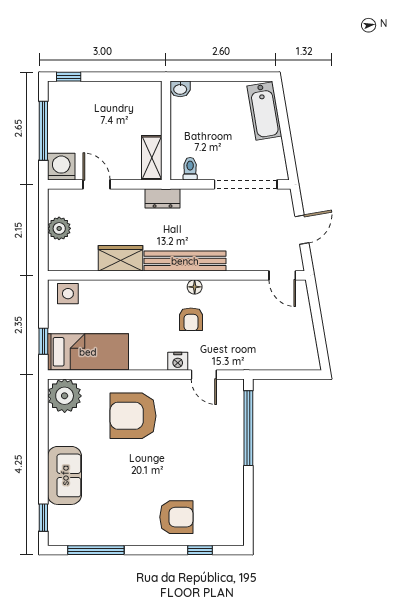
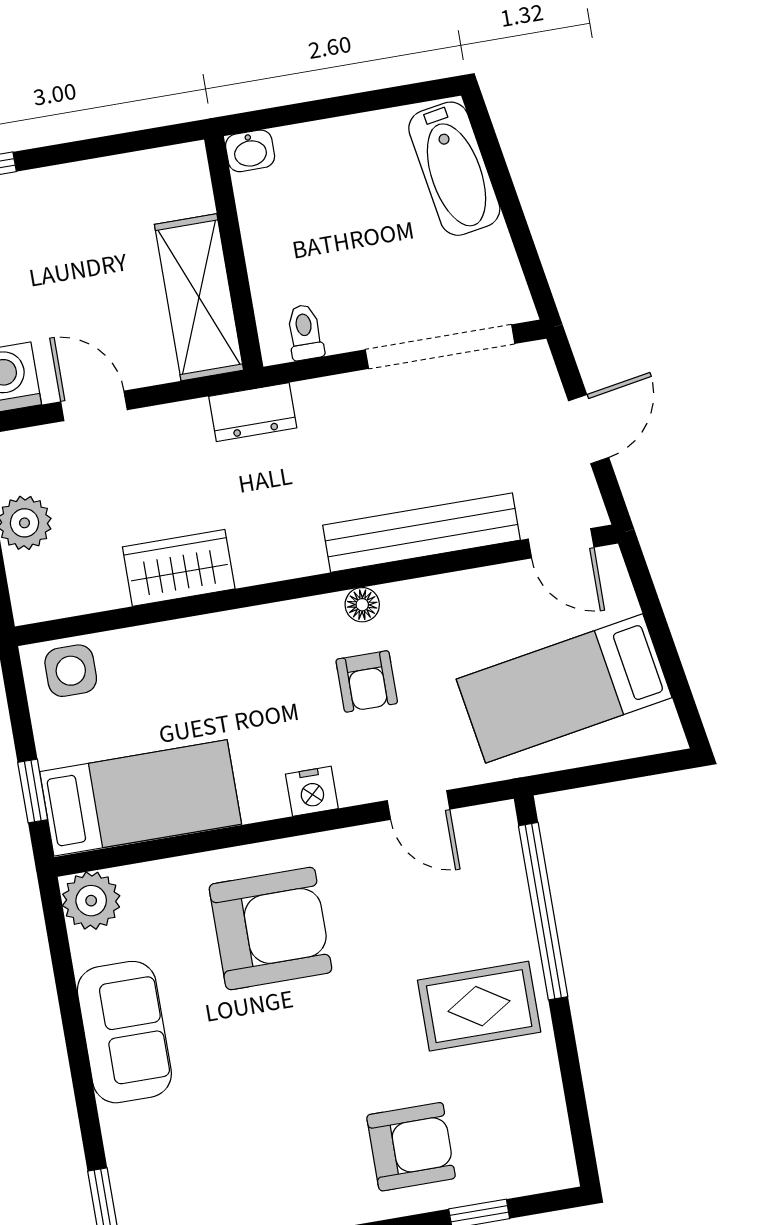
shelving: (152, 158) -> (199, 297), width x1.50, depth x1.33
bench: (185, 261) -> (422, 533), moved
bed: (273, 336) -> (564, 688), added
nightstand: (178, 361) -> (312, 791), moved
plant: (65, 396) -> (91, 901), width x0.73, depth x0.73
armchair: (133, 416) -> (270, 928), turned 180
rug: (215, 463) -> (479, 1006), added
sofa: (65, 475) -> (124, 1032), moved

